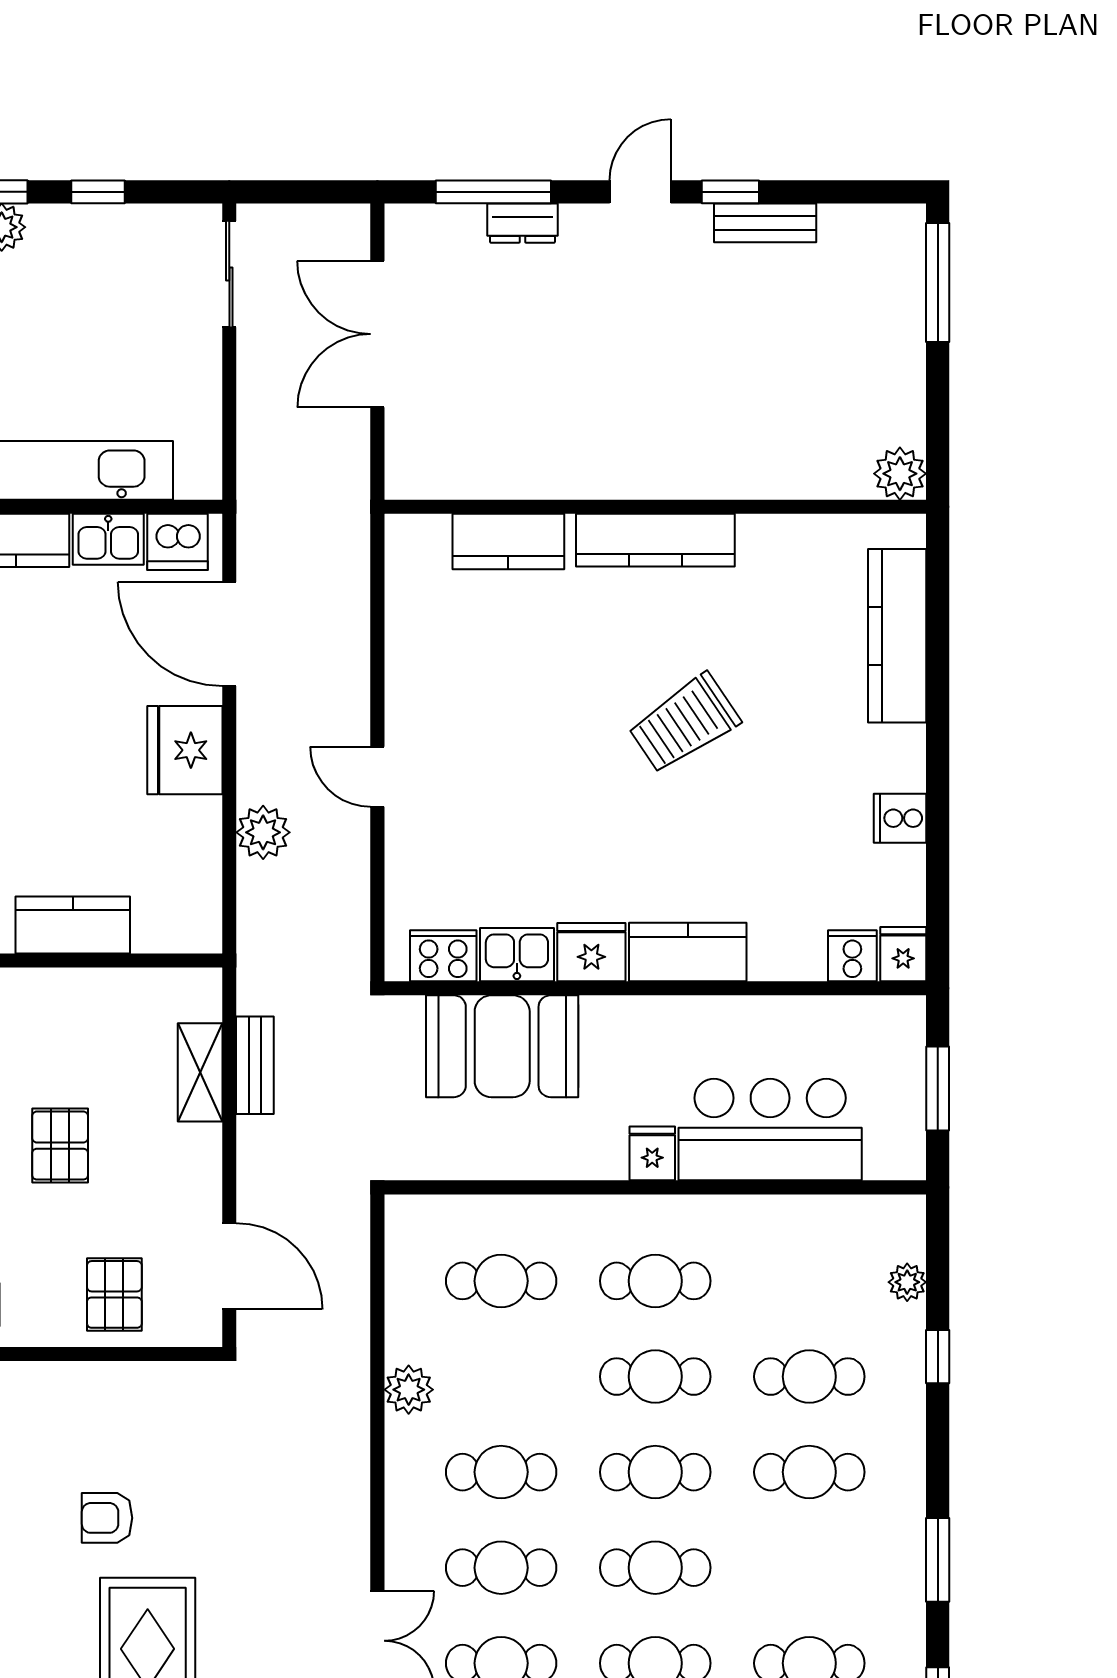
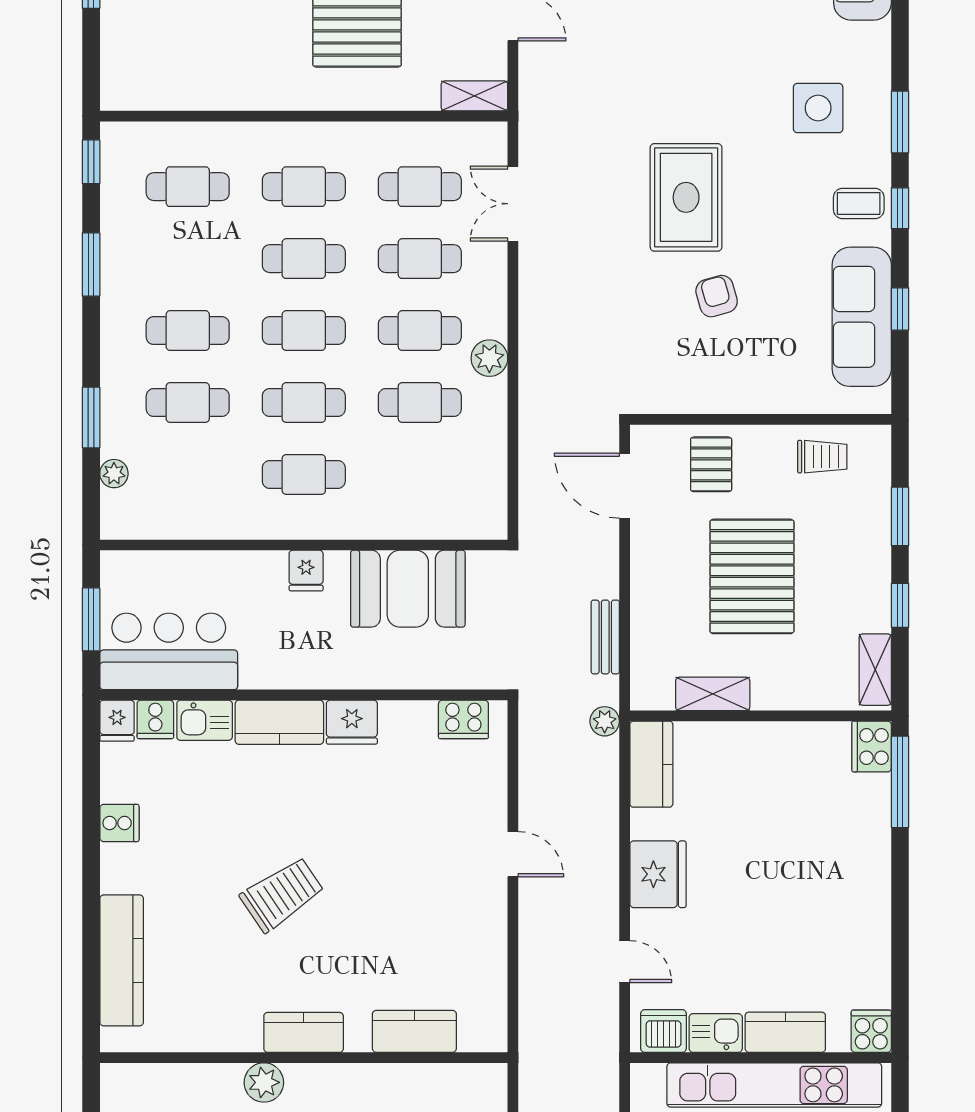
plant: (900, 474) -> (264, 1082), moved
kitchen counter: (655, 540) -> (304, 1032), width x0.67
door: (229, 634) -> (625, 962), width x0.53
plant: (263, 832) -> (605, 721), moved, width x0.73, depth x0.73
kitchen counter: (73, 925) -> (651, 764), moved, turned -90
kitchen sink: (517, 955) -> (205, 720), moved
booth: (502, 1046) -> (408, 589), moved
shelving: (200, 1072) -> (713, 694), moved, turned 90
bar counter: (770, 1130) -> (169, 651), moved, turned 180
pallet: (60, 1146) -> (752, 576), width x2.05, depth x2.00
cafe table: (501, 1281) -> (420, 403), moved
window: (938, 1357) -> (91, 418), width x1.50
plant: (409, 1390) -> (489, 358), moved
armchair: (107, 1518) -> (717, 296), turned -106

